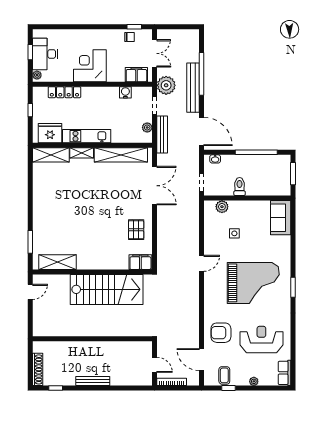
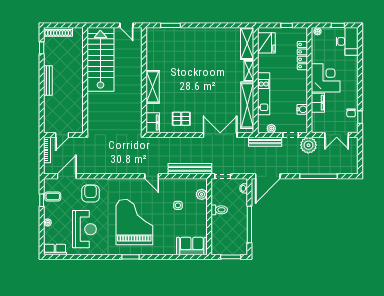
desk: (45, 54) -> (347, 41), moved, turned 90
filing cabinet: (136, 75) -> (318, 103), moved
bench: (193, 88) -> (190, 169), moved
kitchen unit: (87, 136) -> (264, 94), moved
double door: (155, 186) -> (220, 135), swing flipped
shelving: (57, 262) -> (153, 87), moved
grand piano: (253, 283) -> (134, 222), turned 180
stairs: (107, 289) -> (100, 59), moved, turned 180

